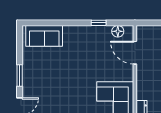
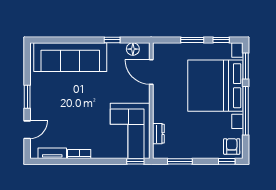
sofa: (44, 36) -> (70, 57), width x1.85, depth x1.27

